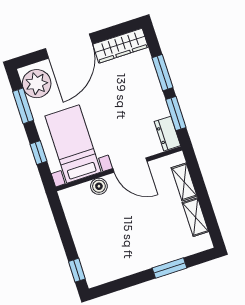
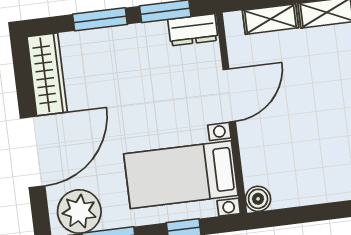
door: (69, 46) -> (33, 152), hinge flipped
boiler: (99, 186) -> (258, 199), moved

